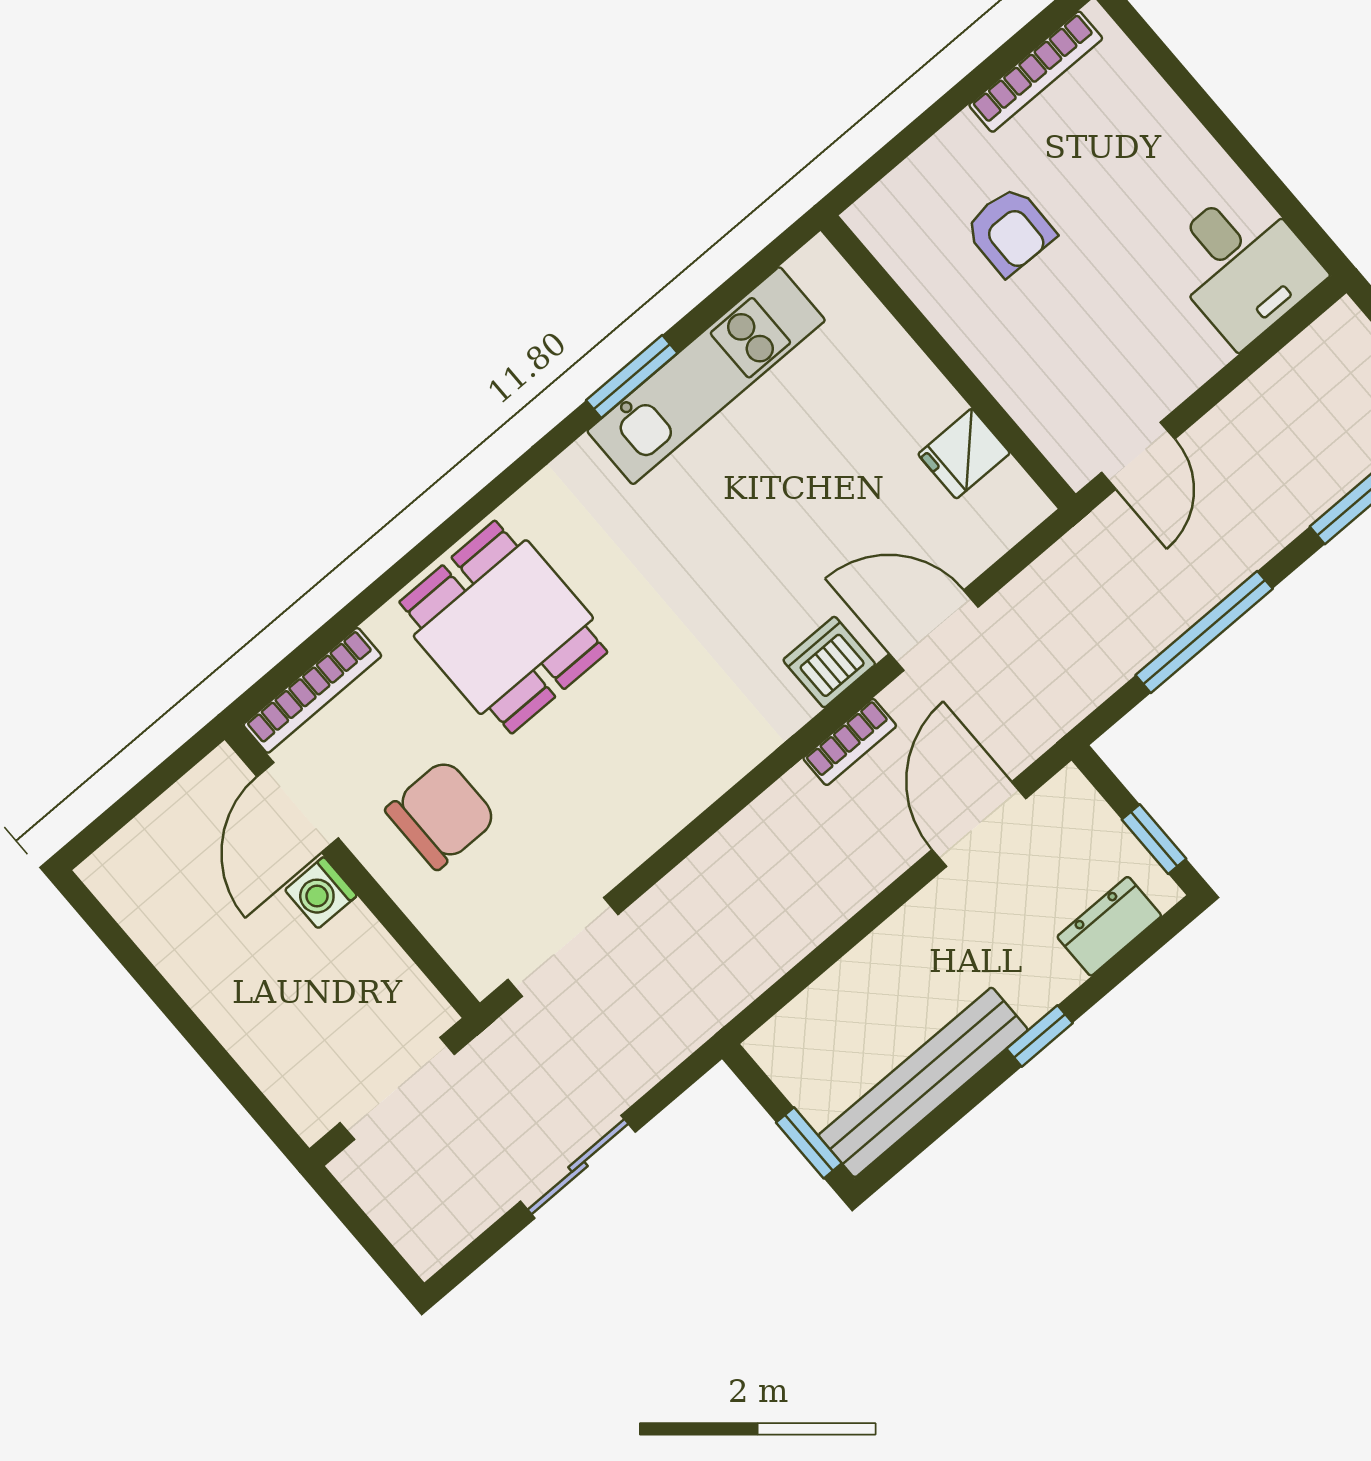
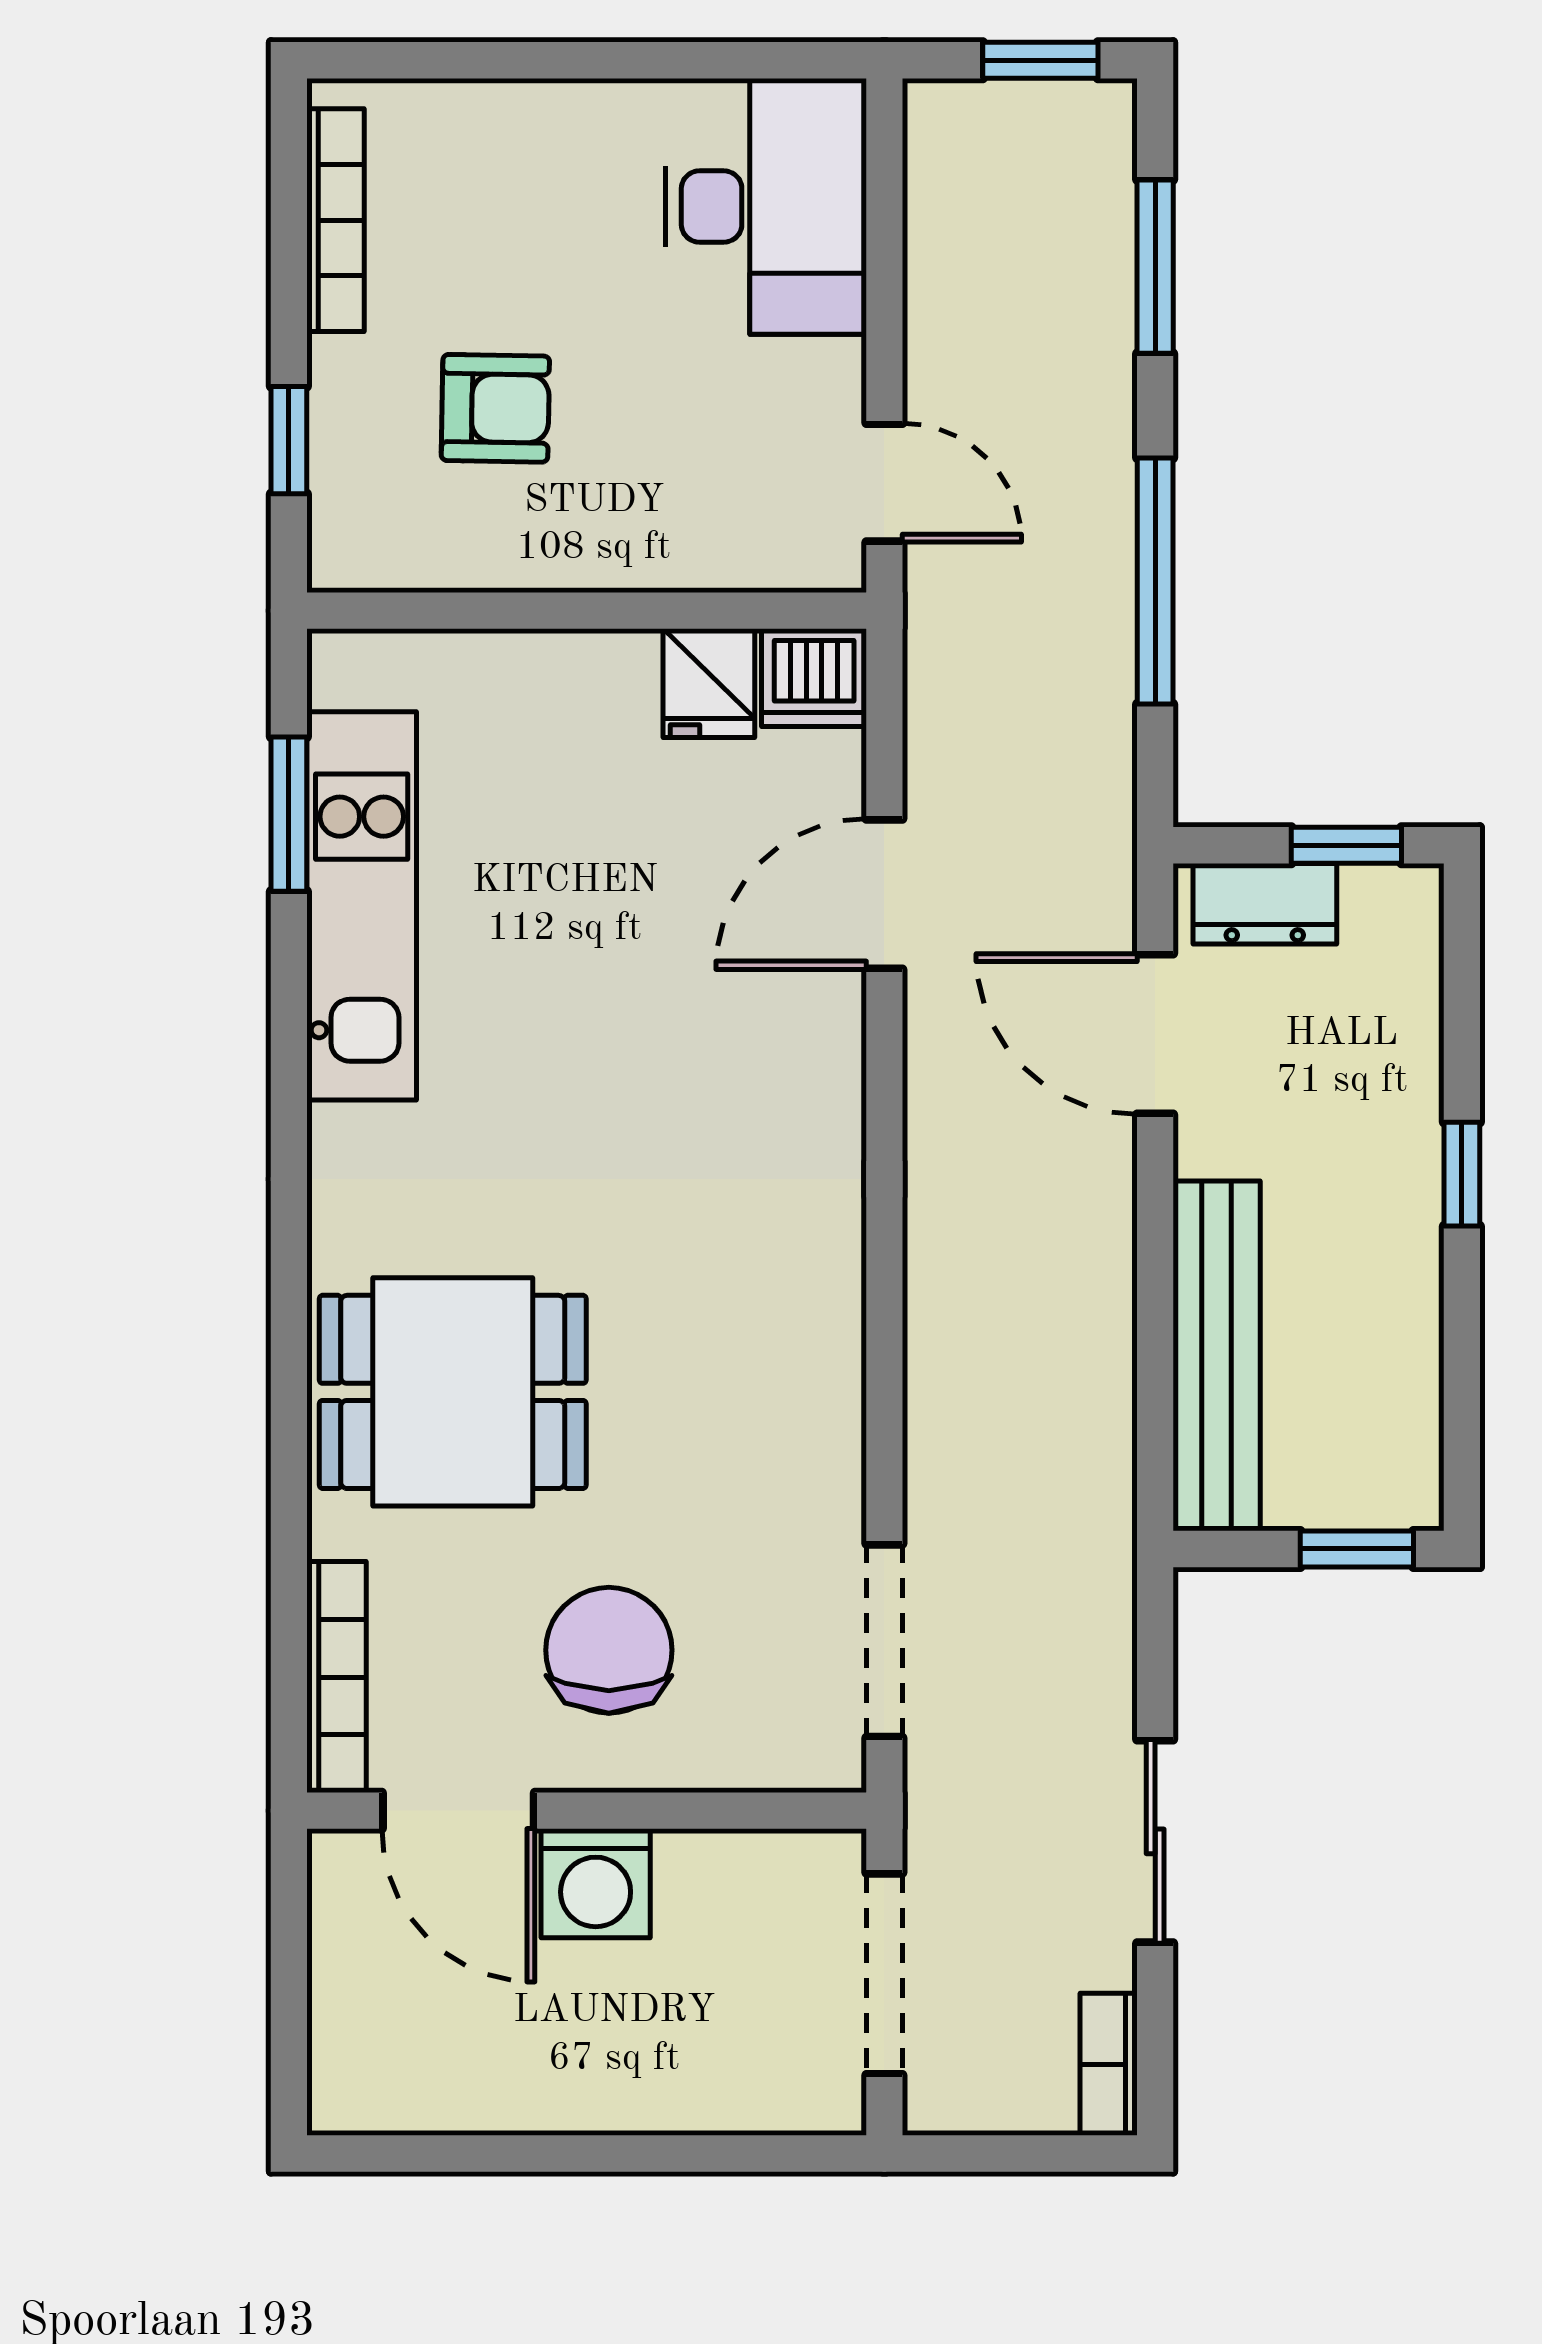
window: (907, 142) -> (289, 440), added
desk: (1242, 265) -> (766, 207), width x1.37
window: (632, 377) -> (289, 814), moved
dishwasher: (829, 662) -> (814, 678), moved, turned -90
bookcase: (850, 742) -> (1109, 2064), moved, turned 180
washing machine: (321, 893) -> (596, 1883), width x1.38, depth x1.38
dresser: (1109, 926) -> (1265, 904), moved, turned -90
bench: (923, 1082) -> (1217, 1356), moved

